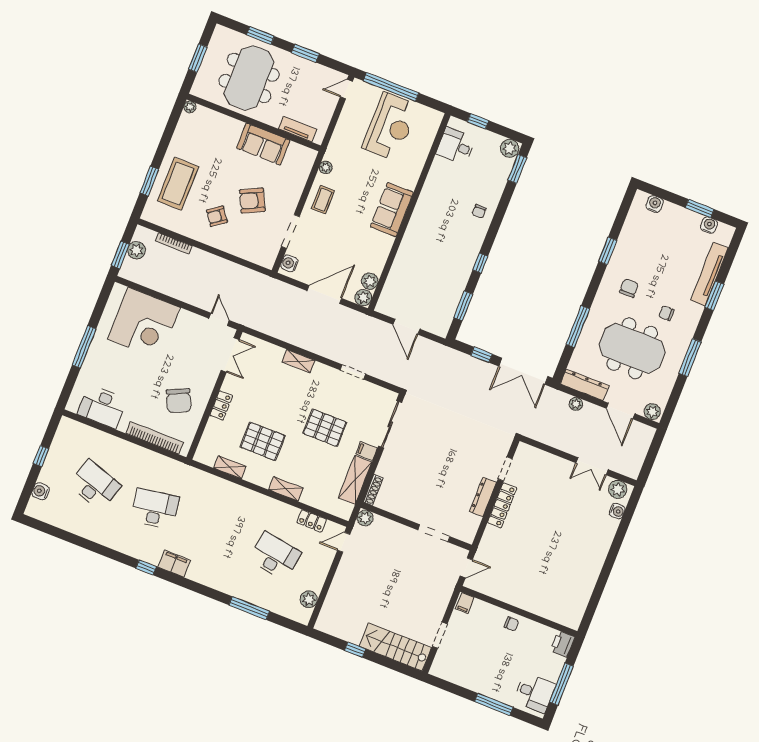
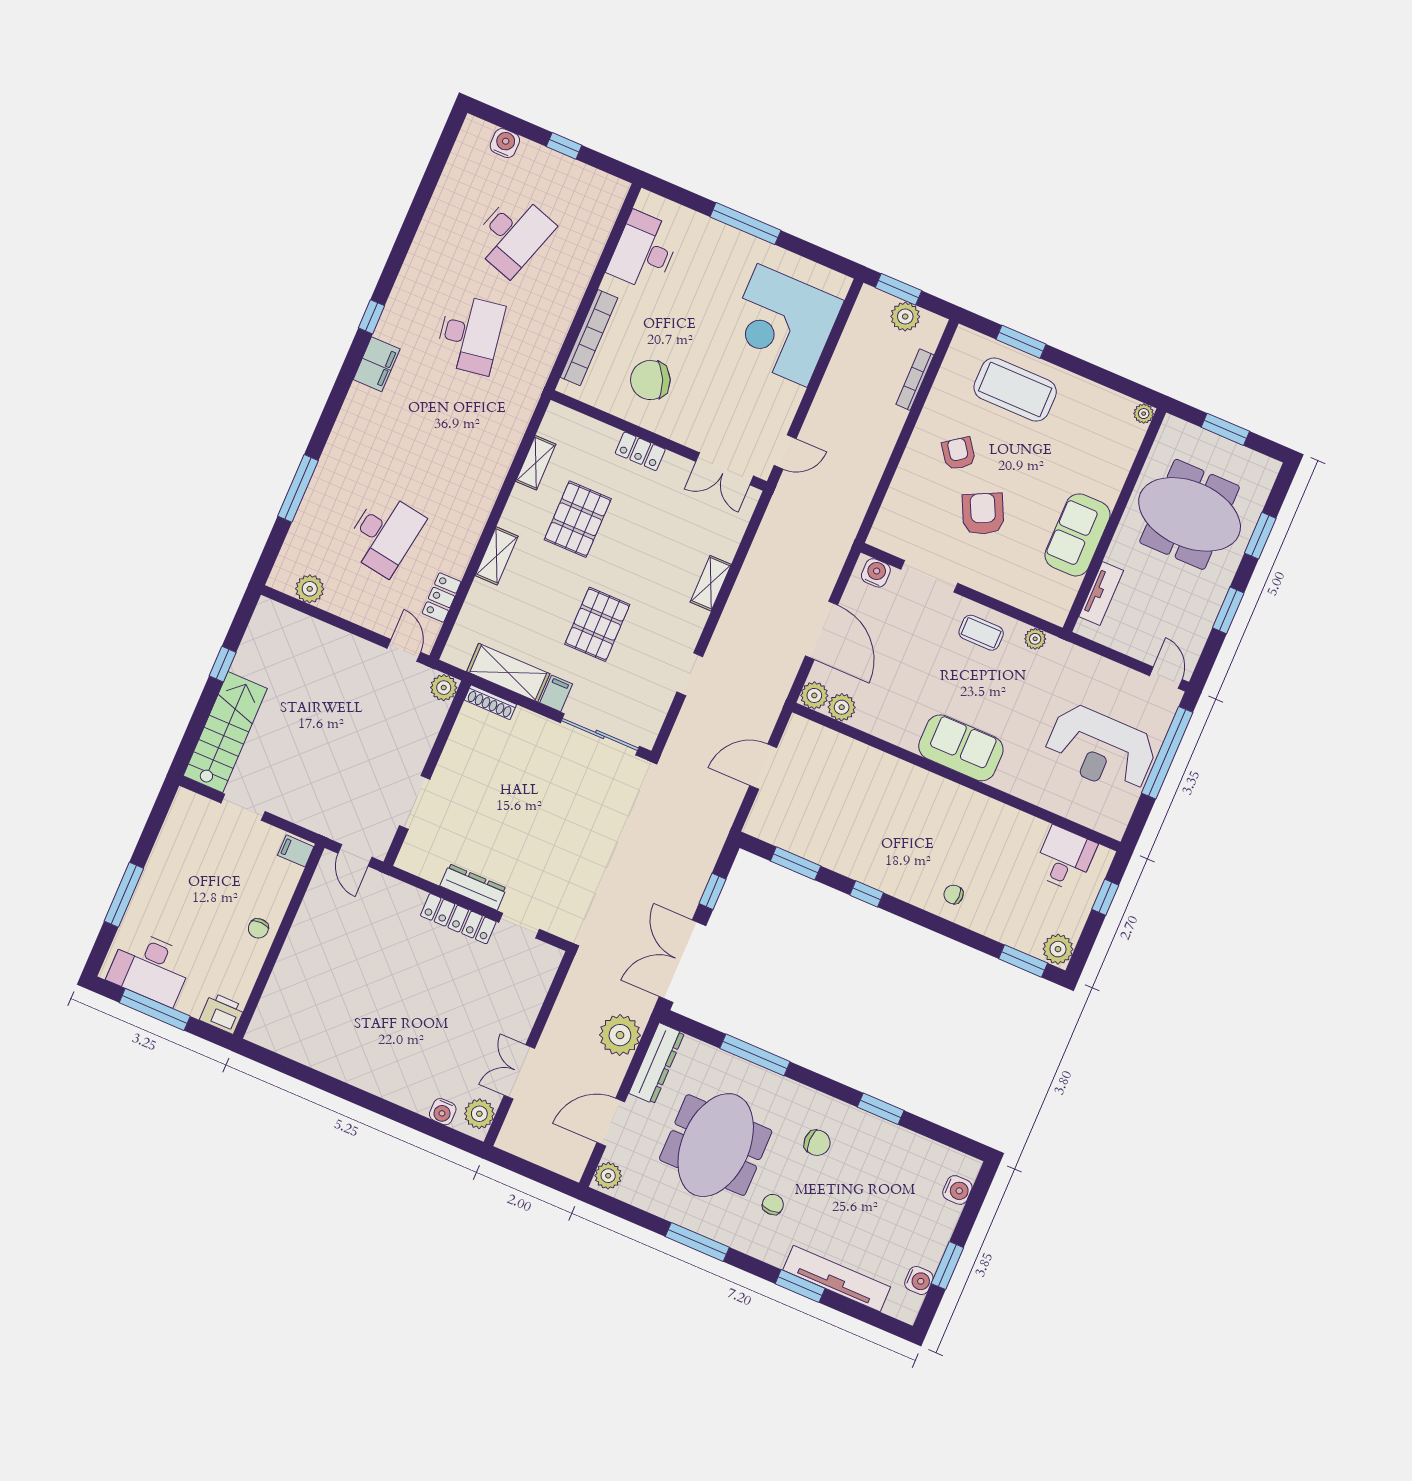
plant: (576, 404) -> (620, 1035), width x1.88, depth x1.88
desk: (535, 693) -> (150, 968), width x1.37

